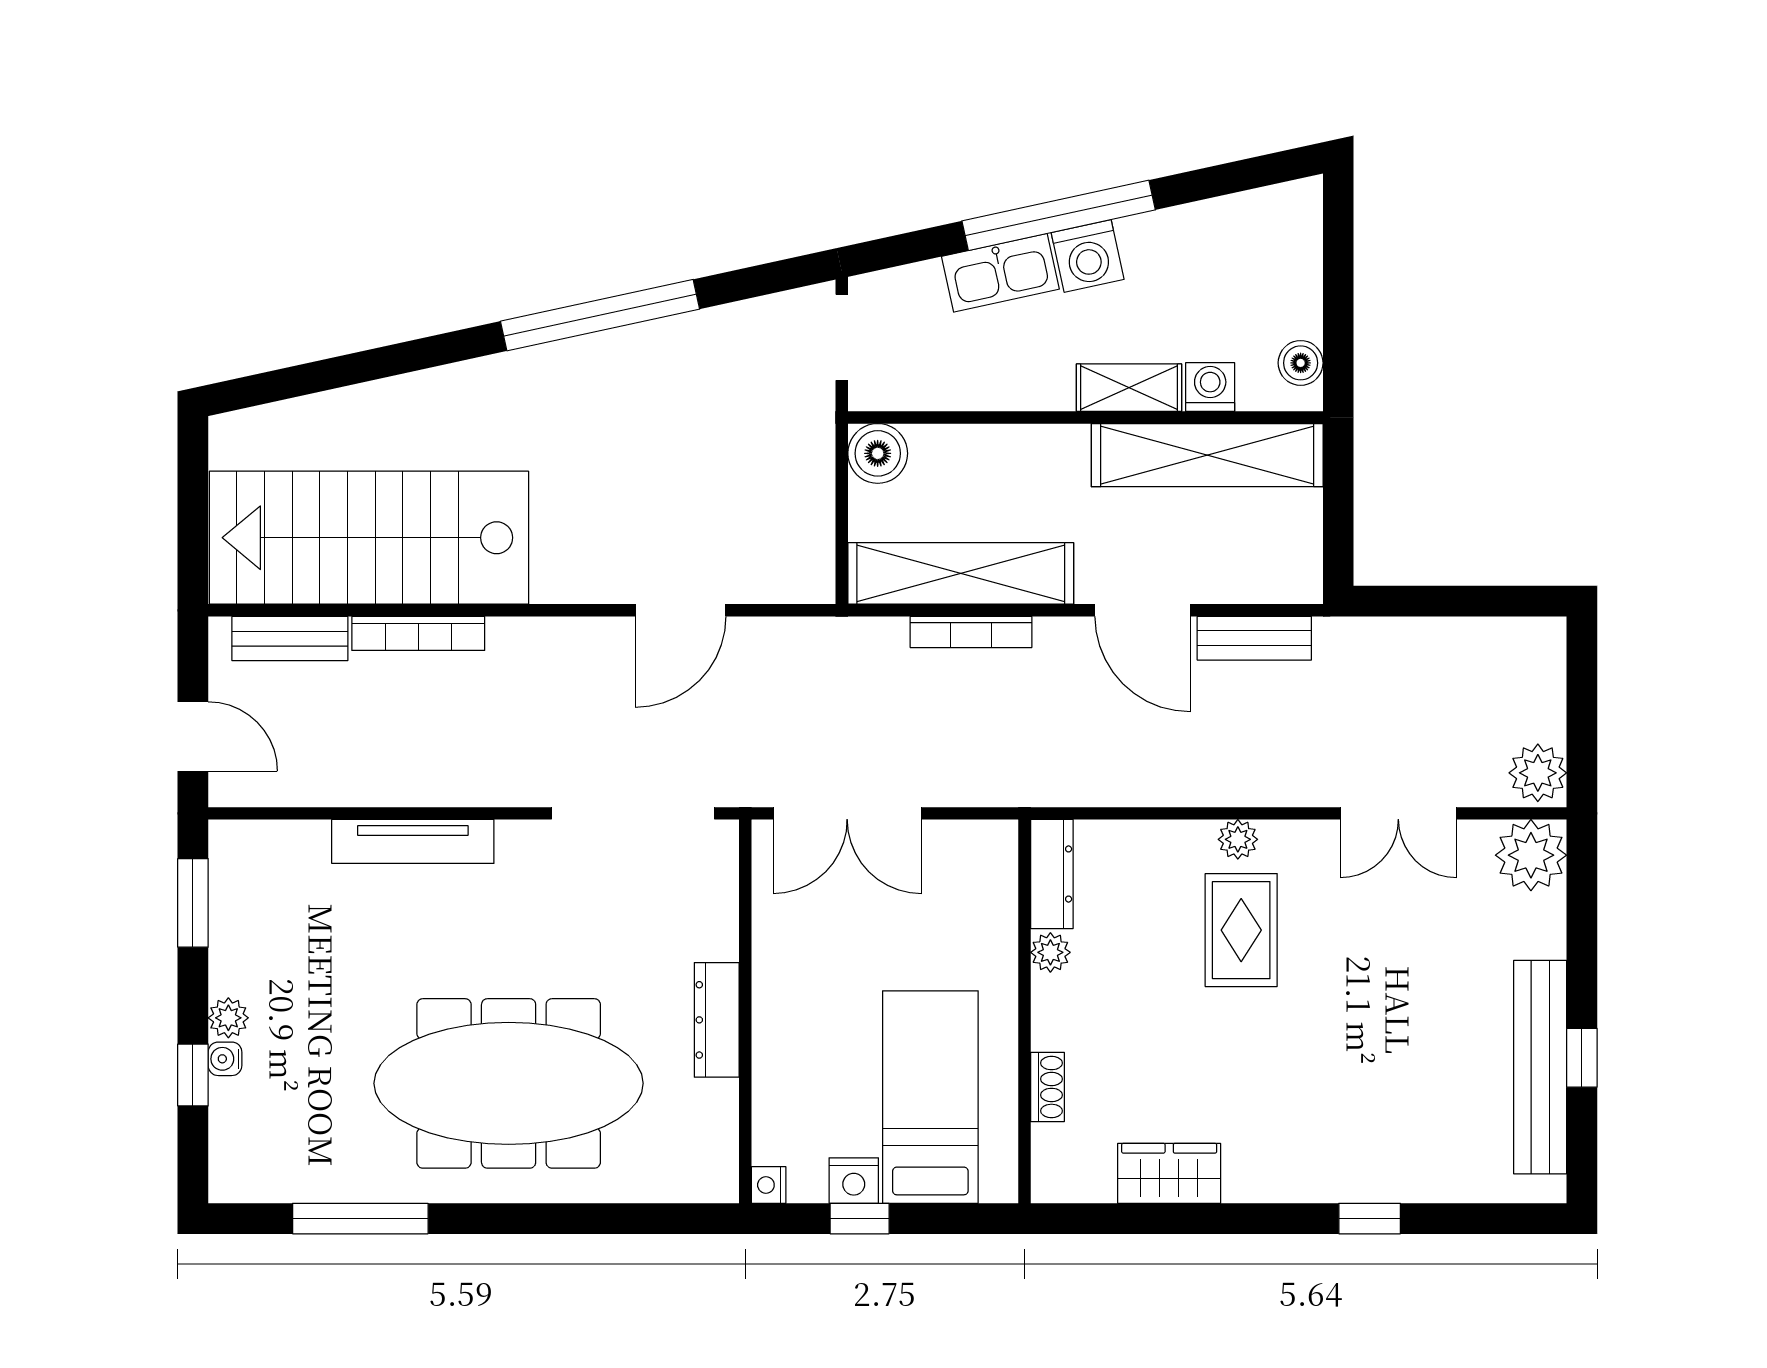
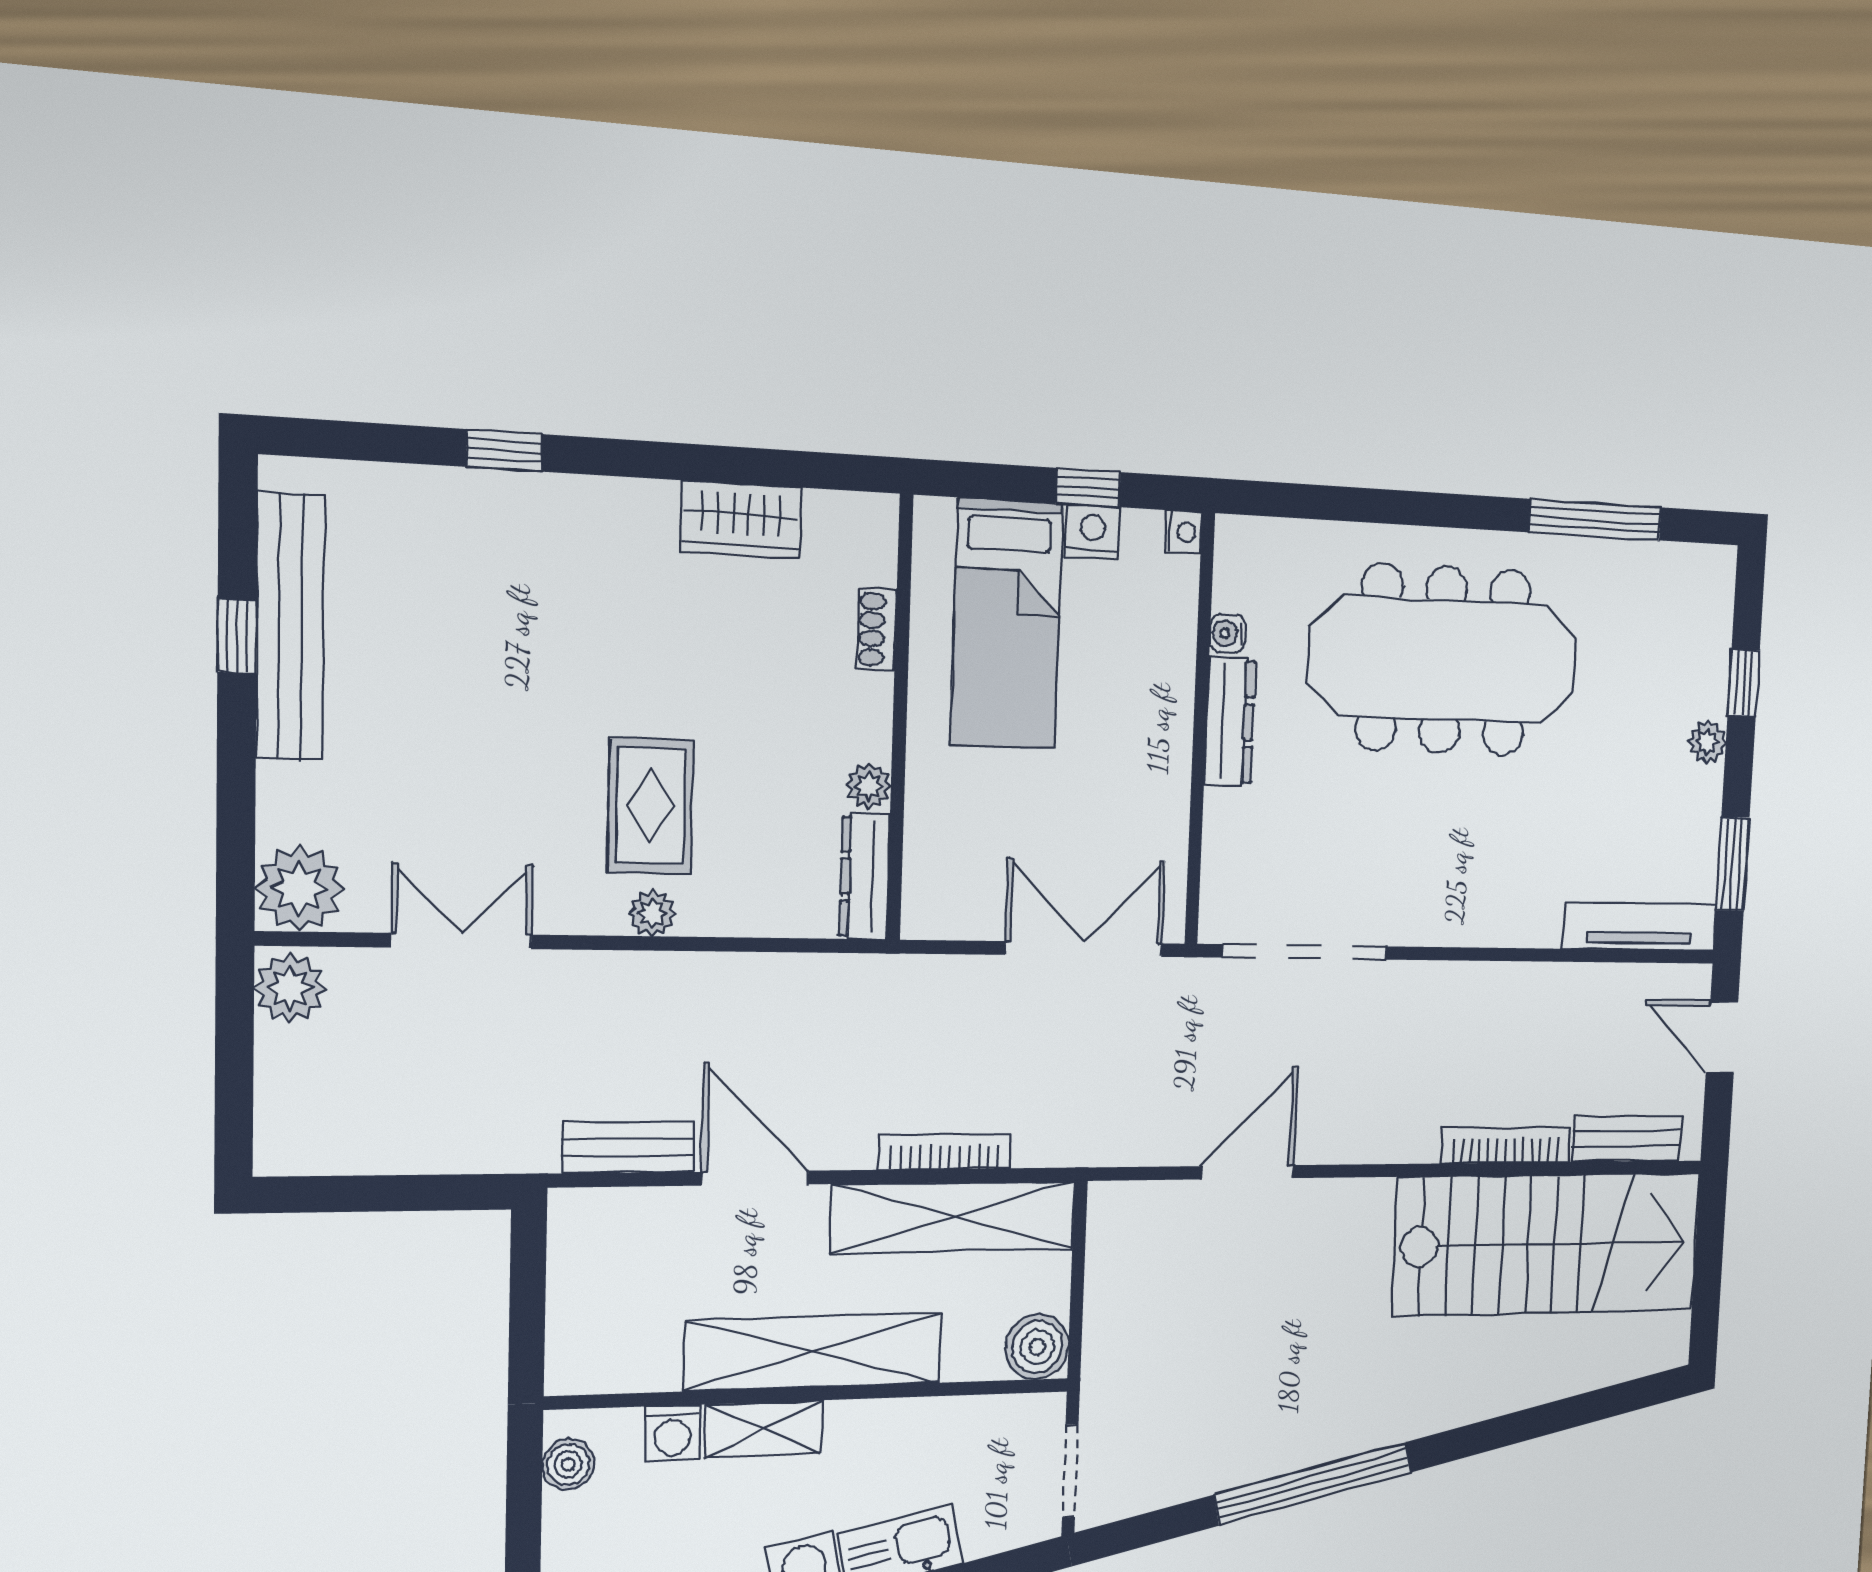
shelving: (1207, 455) -> (814, 1352), moved
tv unit: (413, 841) -> (1640, 927), moved
water cooler: (225, 1059) -> (1228, 633), moved, turned 180

